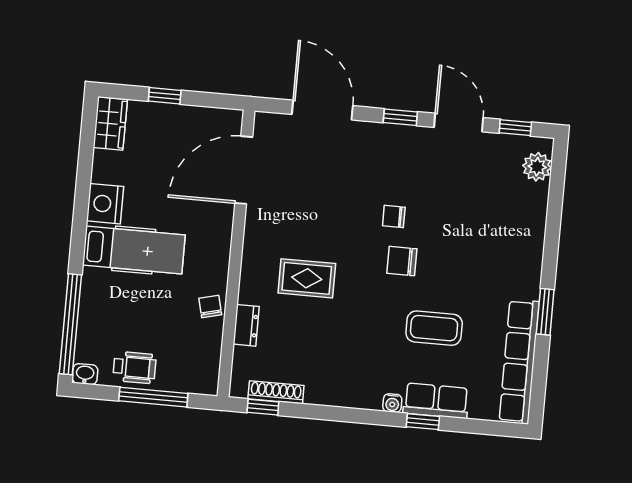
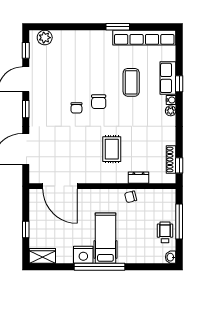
window: (70, 324) -> (99, 267), moved
plant: (371, 400) -> (171, 111), added

